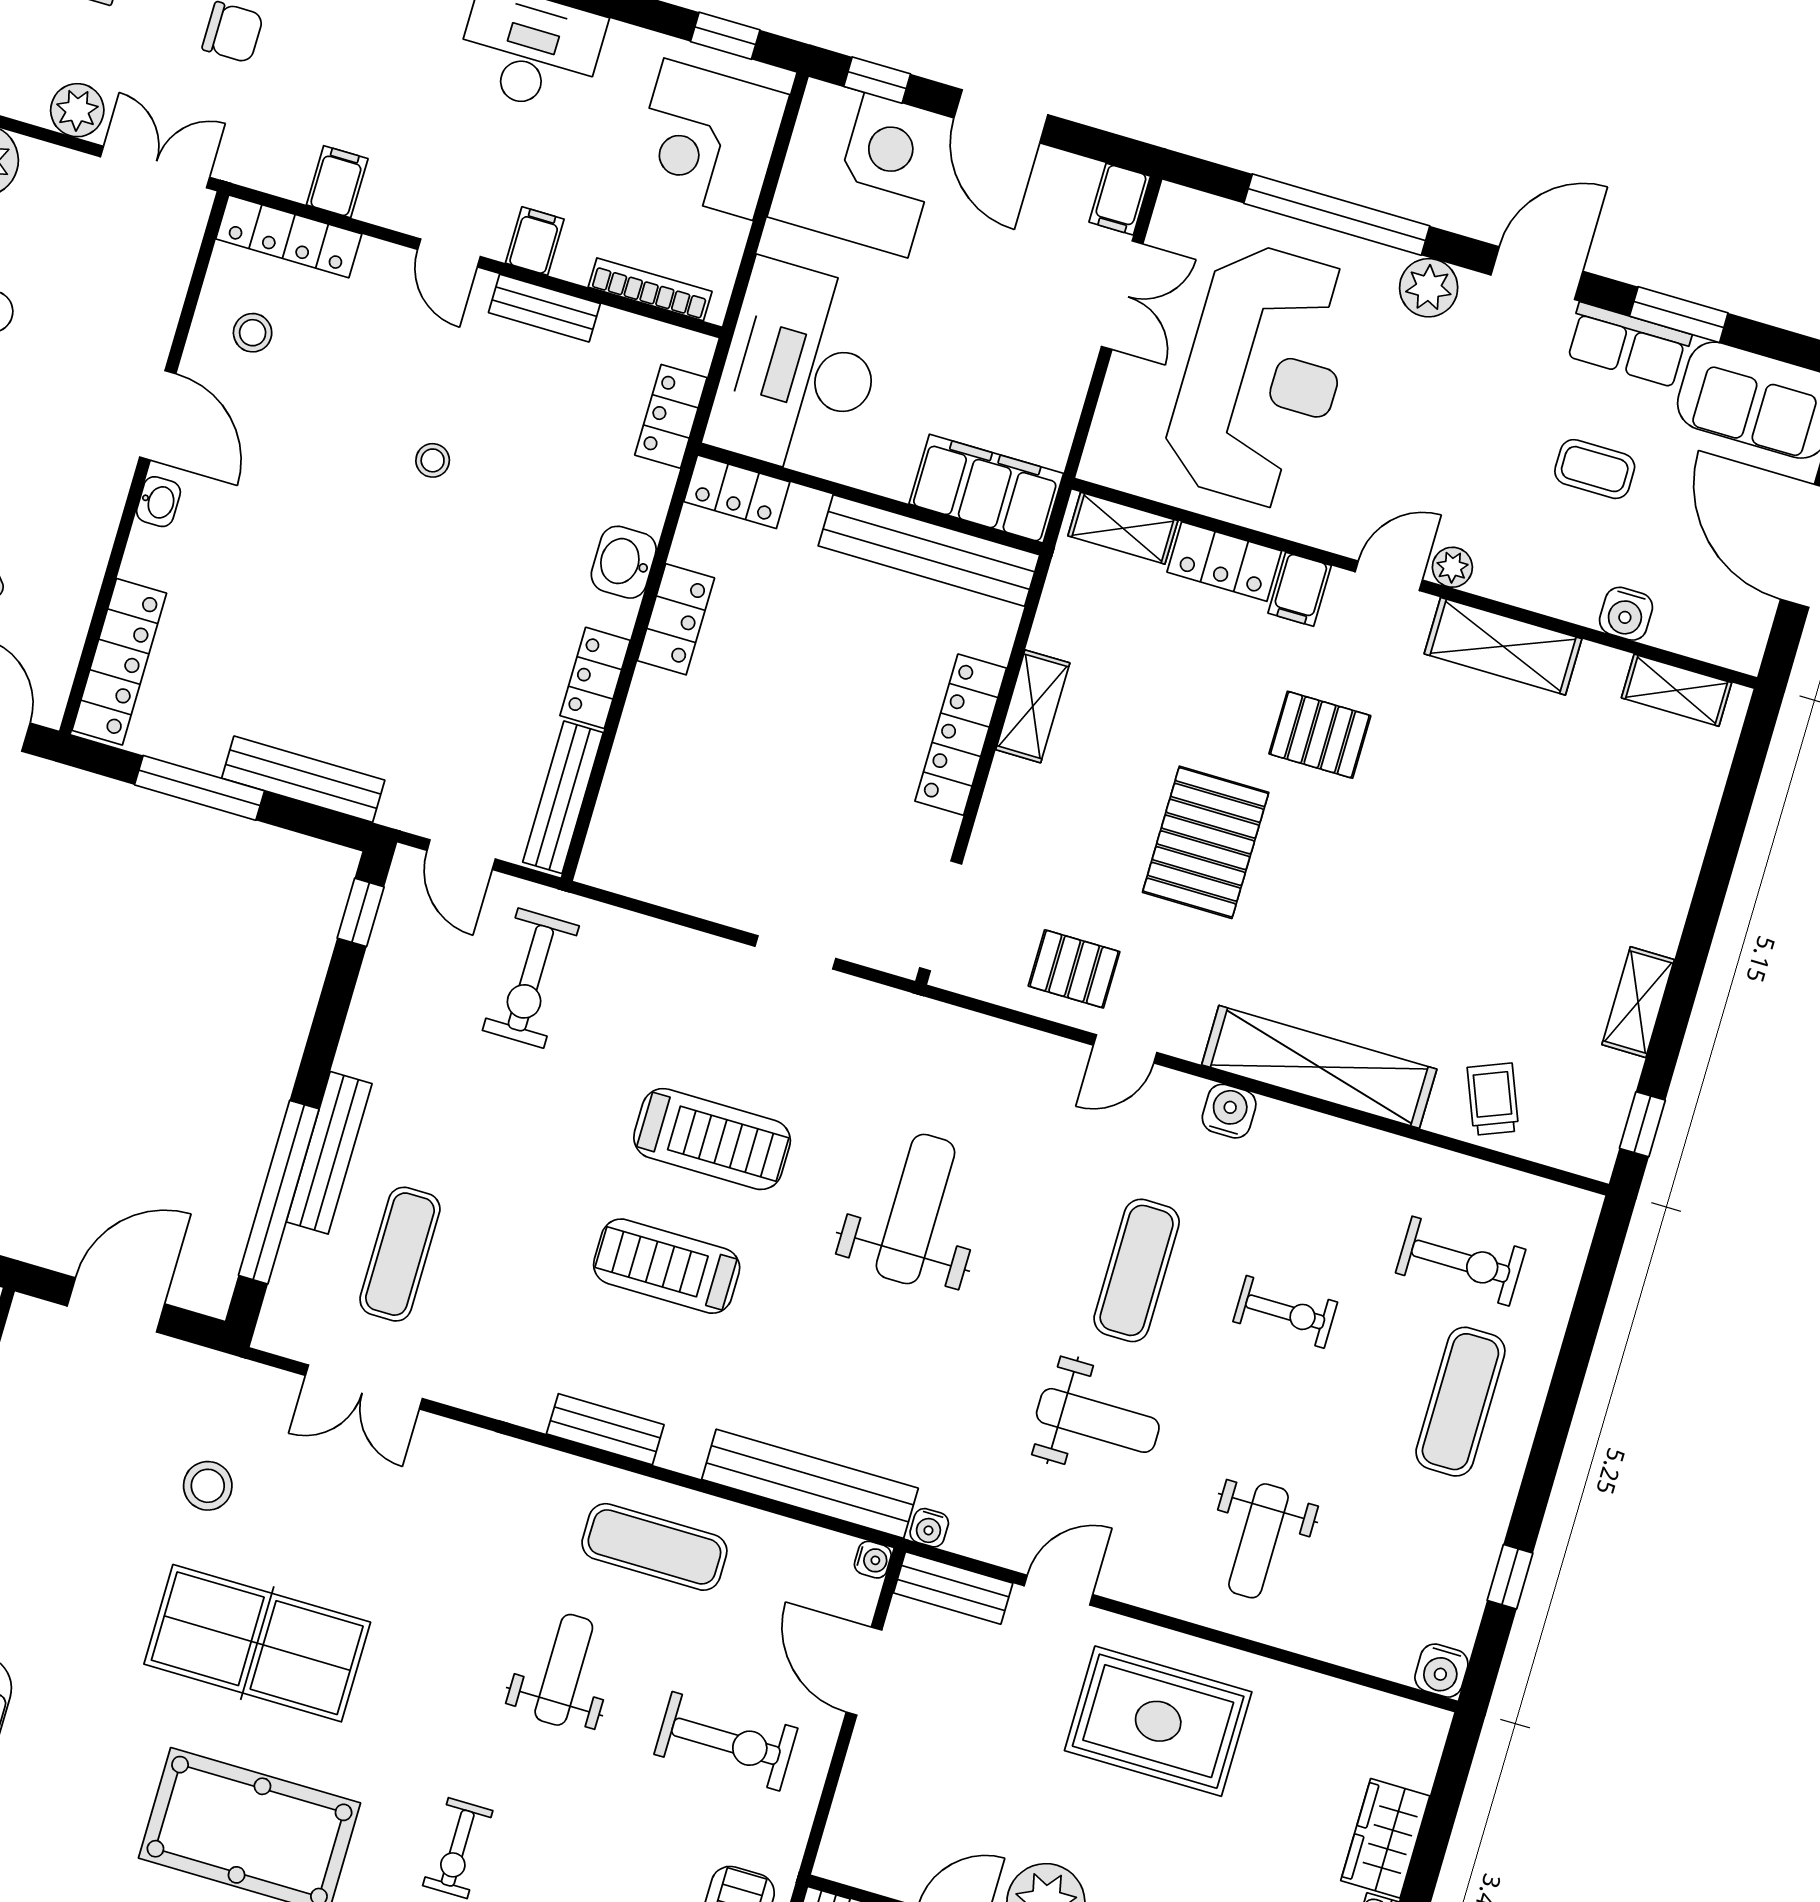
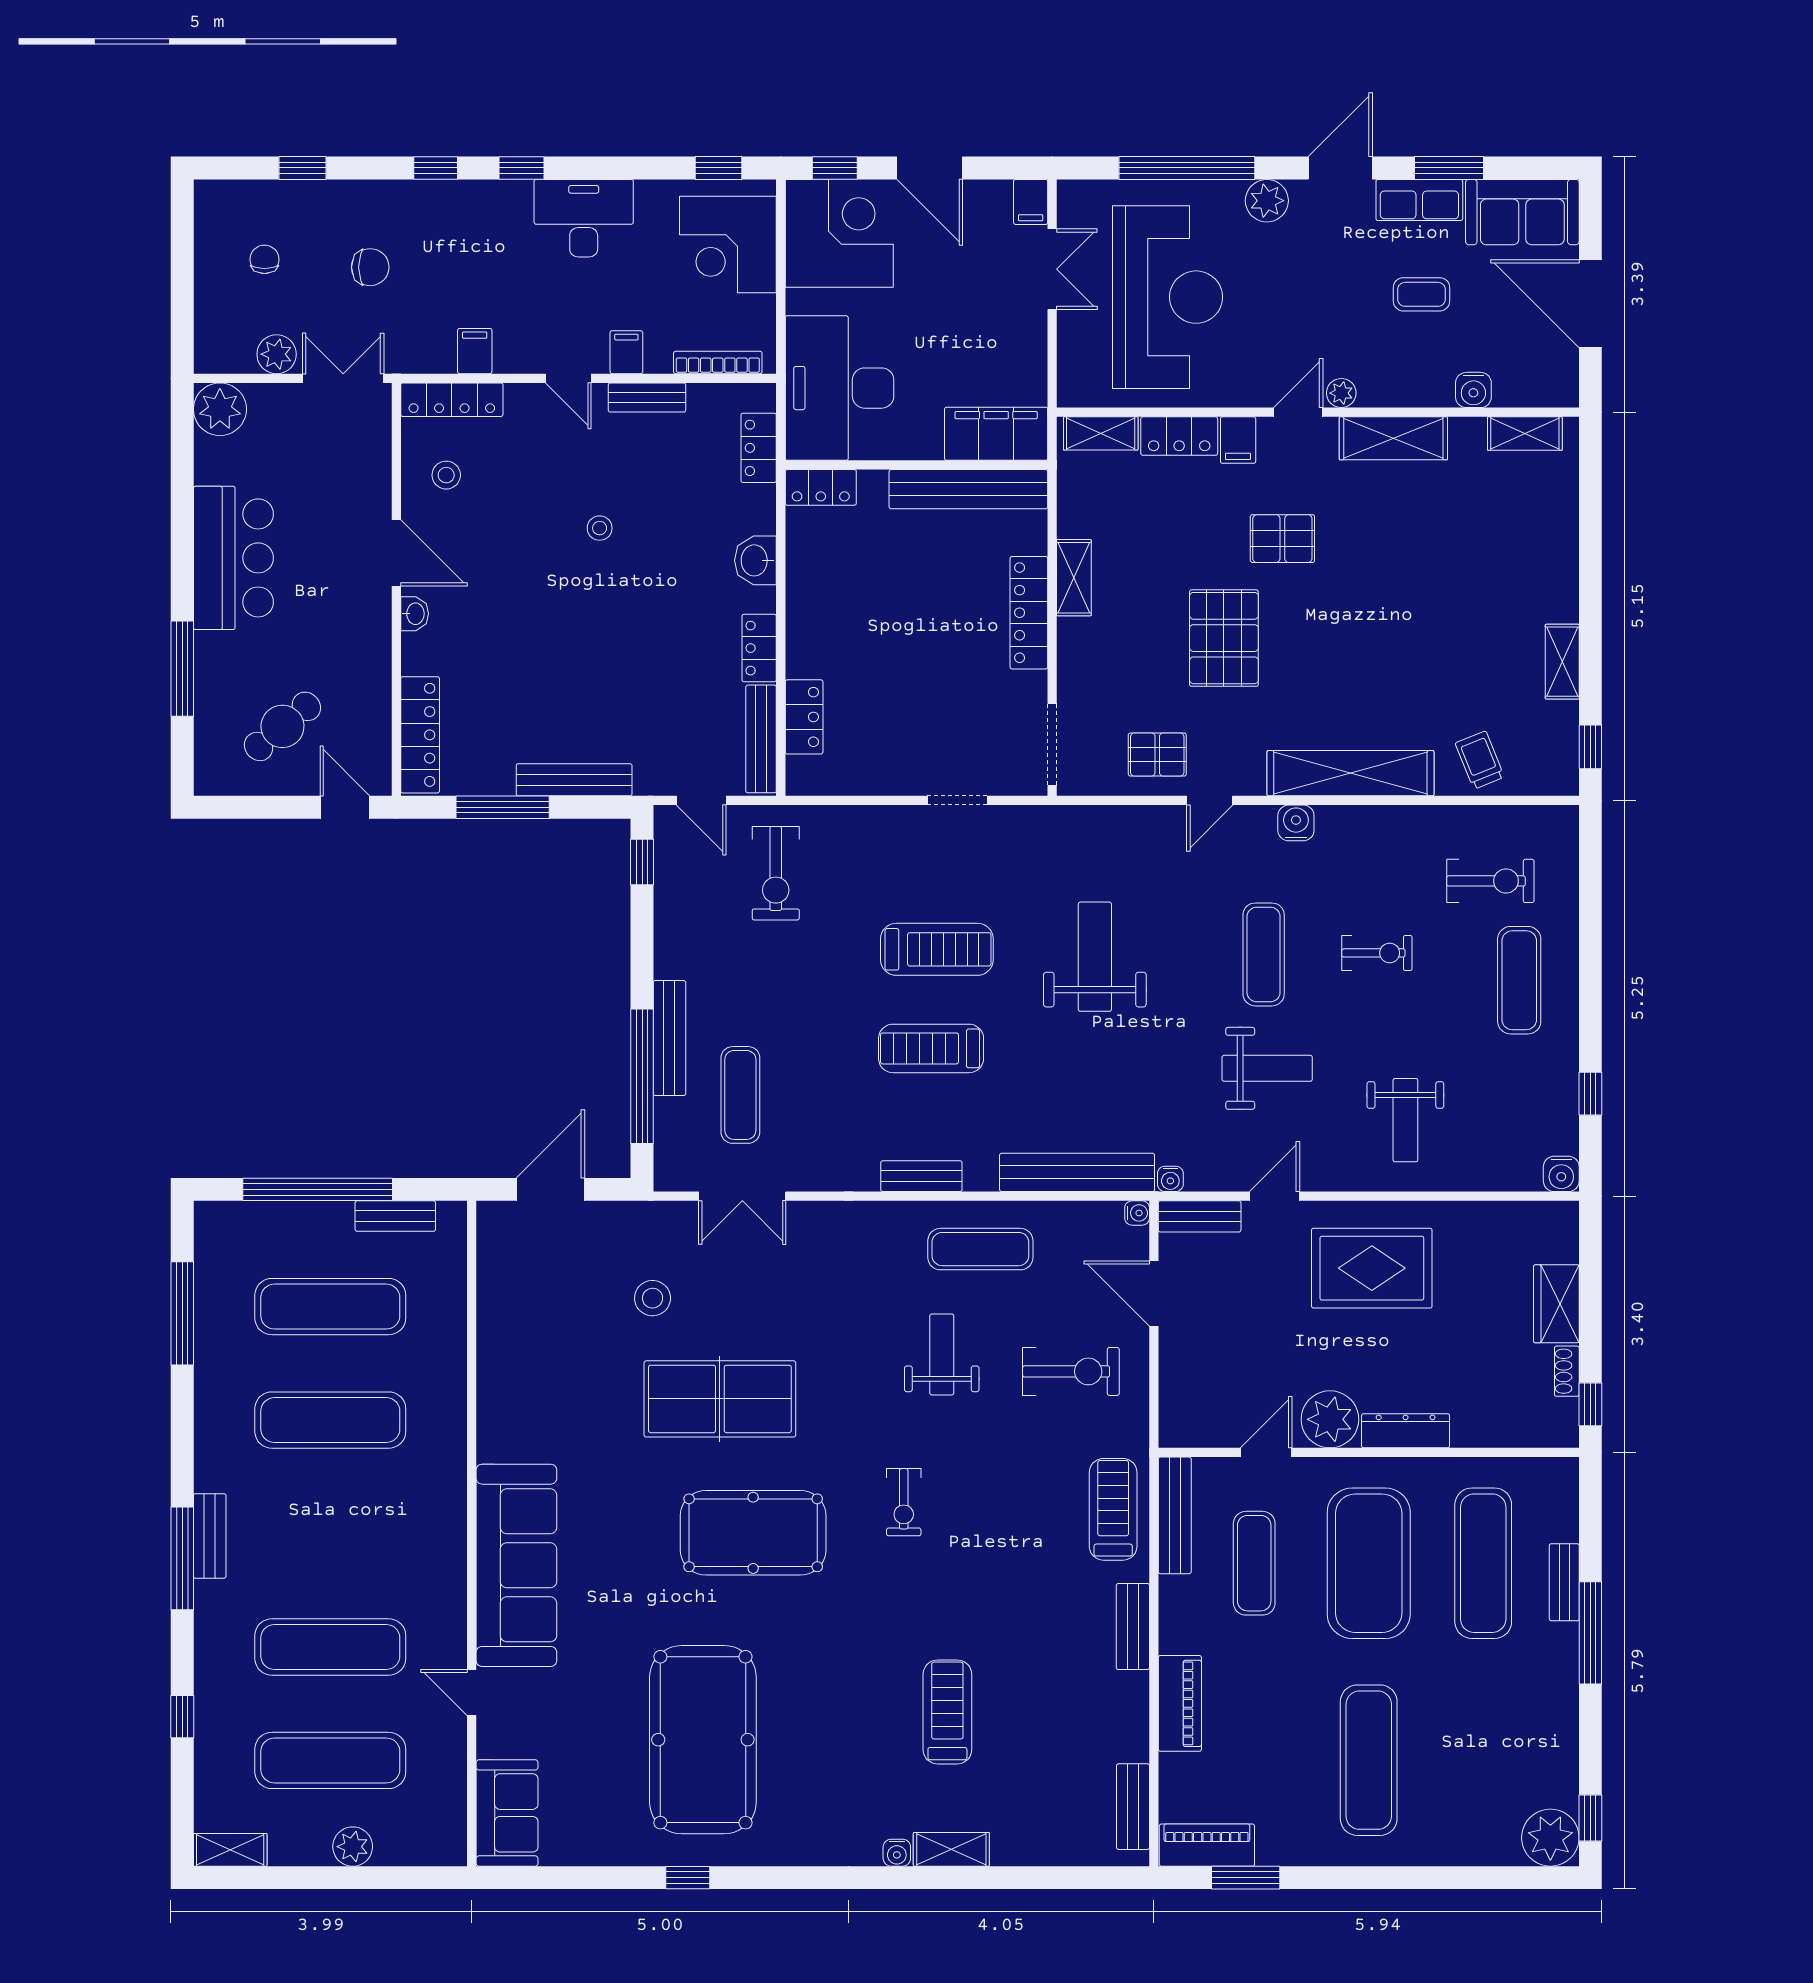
locker: (676, 619) -> (804, 717), moved

